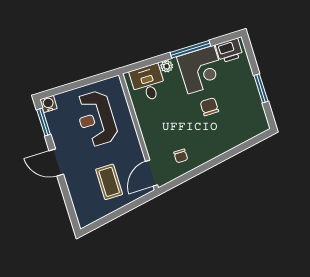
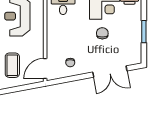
double door: (234, 152) -> (110, 72), added

